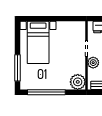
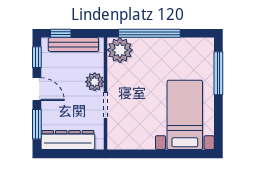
window: (46, 92) -> (149, 33), moved

